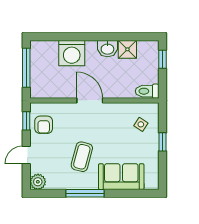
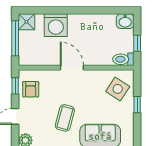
washbasin: (107, 49) -> (125, 21), moved
shower: (127, 49) -> (26, 22), moved
window: (163, 59) -> (137, 43), moved
side table: (141, 124) -> (118, 89), width x1.87, depth x1.87

